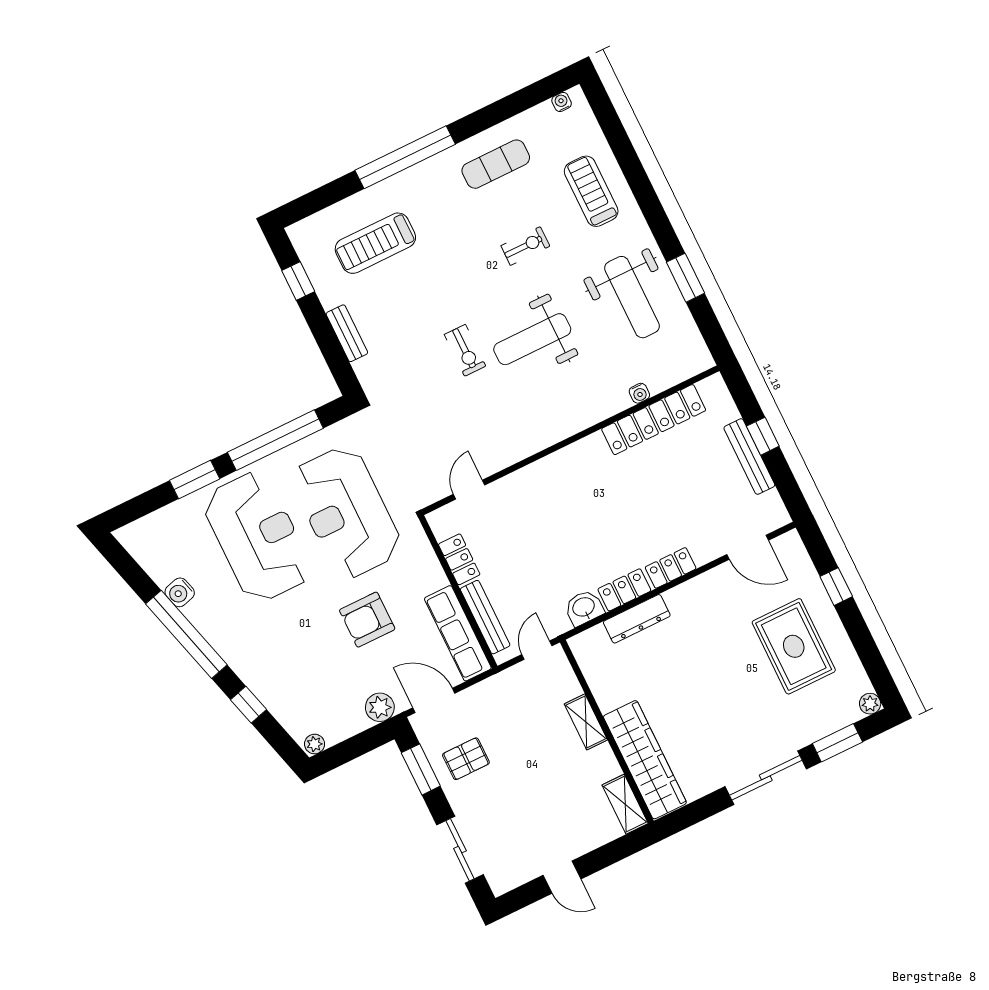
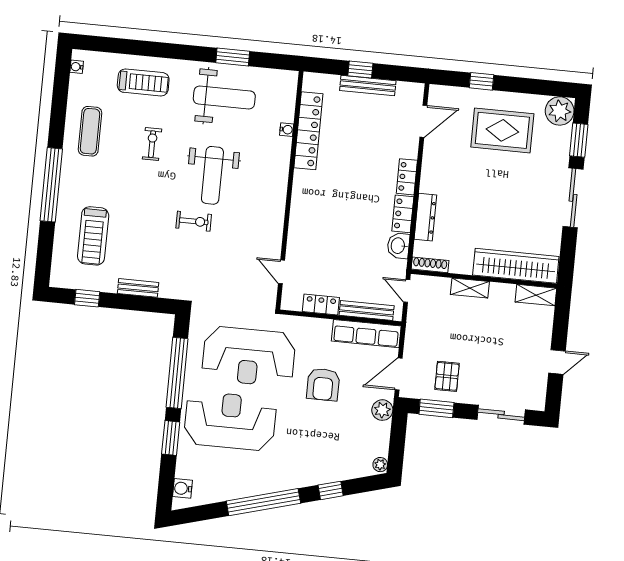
treadmill: (591, 191) -> (143, 82), turned 180
water cooler: (180, 592) -> (182, 488), moved, turned 105
shoe rack: (584, 658) -> (430, 265), added
plant: (870, 704) -> (560, 111), width x1.87, depth x1.87

